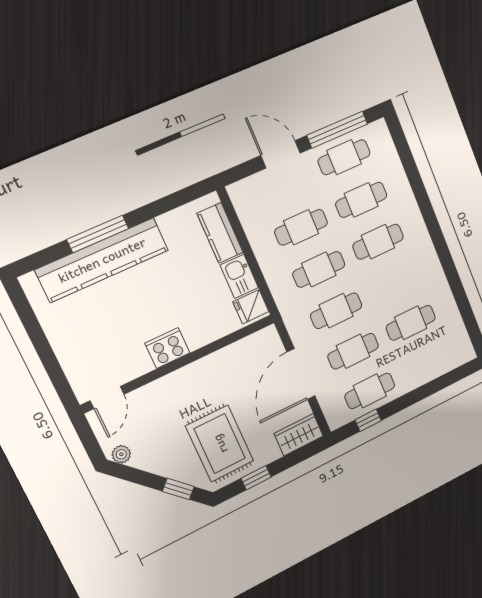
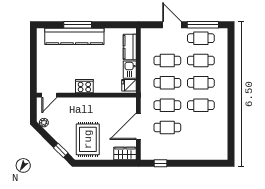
cafe table: (411, 323) -> (201, 105), moved
cafe table: (370, 391) -> (167, 150), removed
window: (256, 478) -> (97, 163), removed

